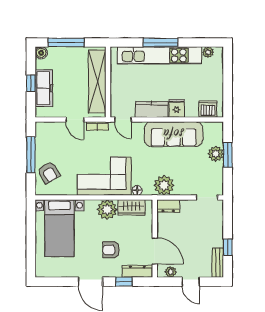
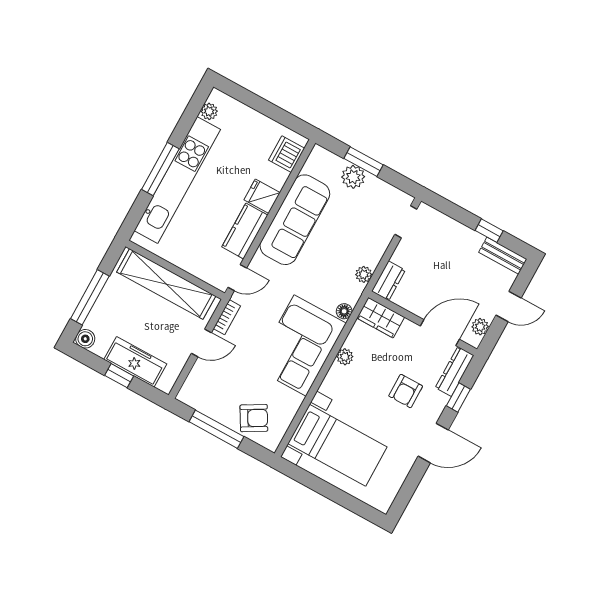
plant: (164, 185) -> (364, 274), width x0.53, depth x0.53
wardrobe: (131, 207) -> (381, 318), moved, turned 90
plant: (107, 210) -> (345, 357), width x0.53, depth x0.53

